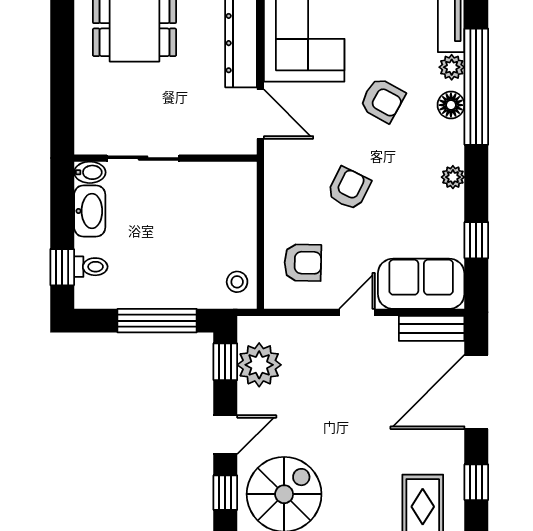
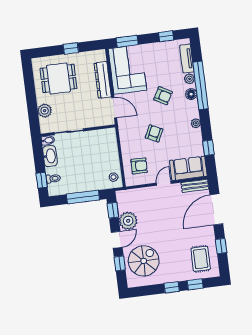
plant: (91, 100) -> (45, 111), added
plant: (259, 365) -> (128, 221), moved

